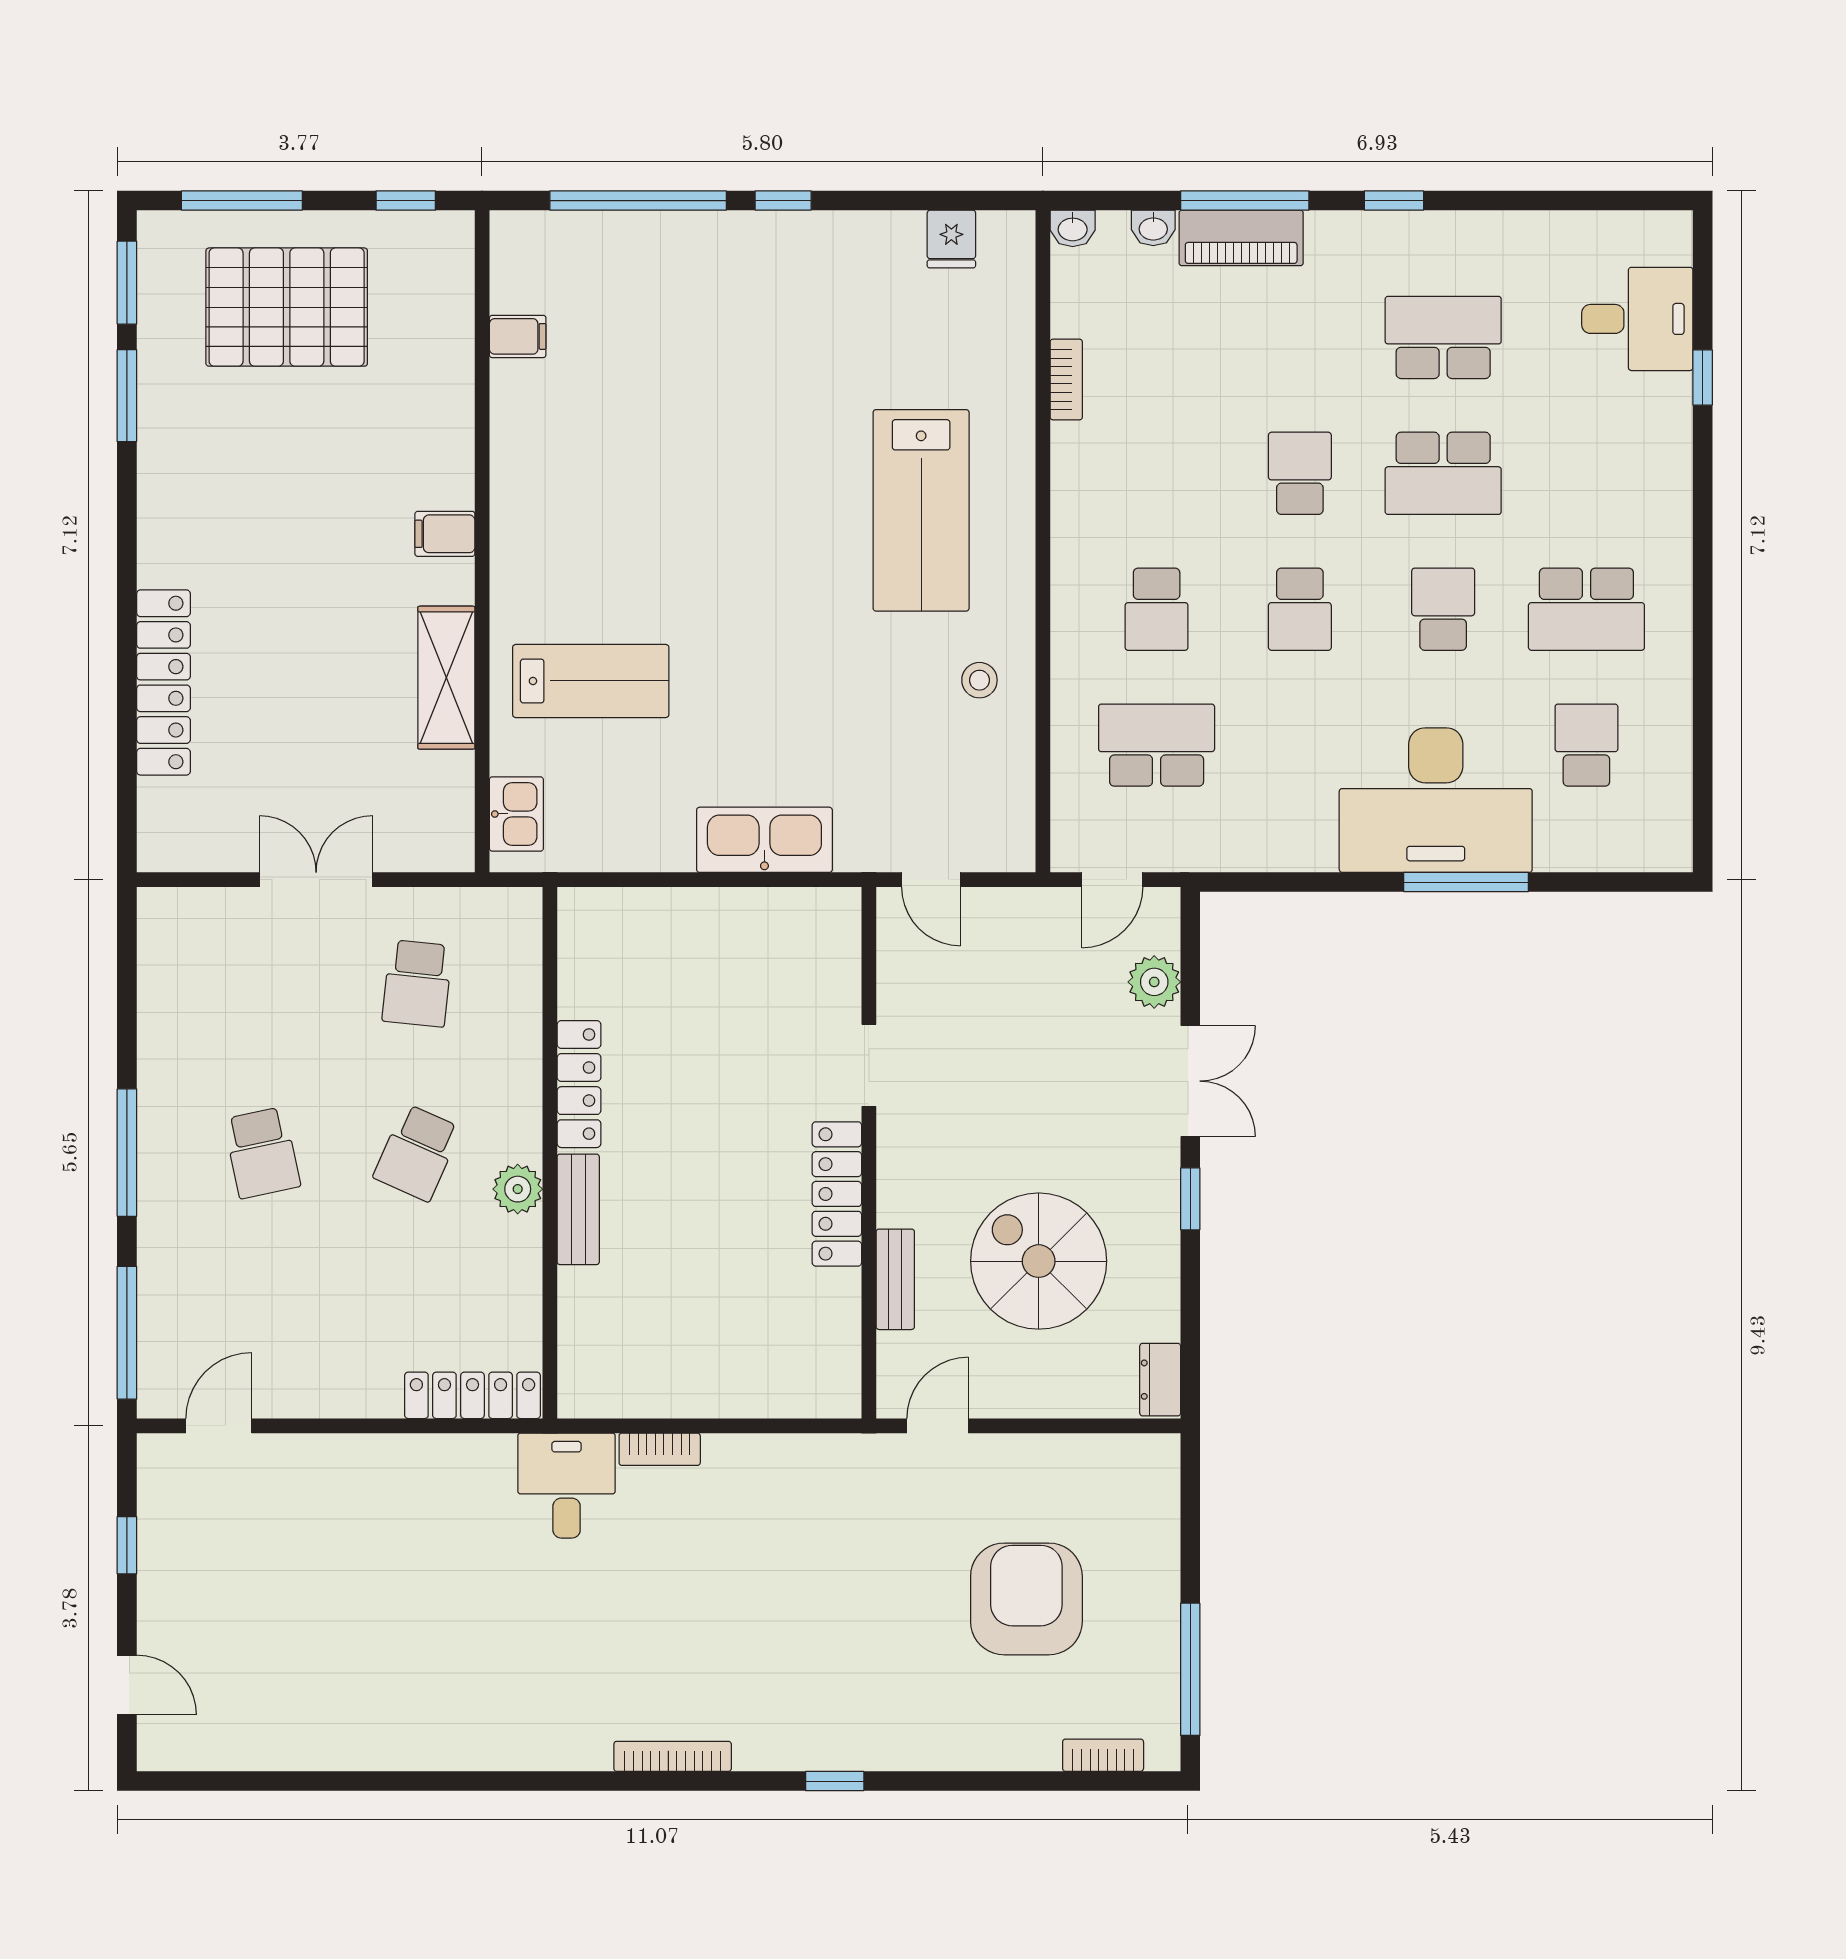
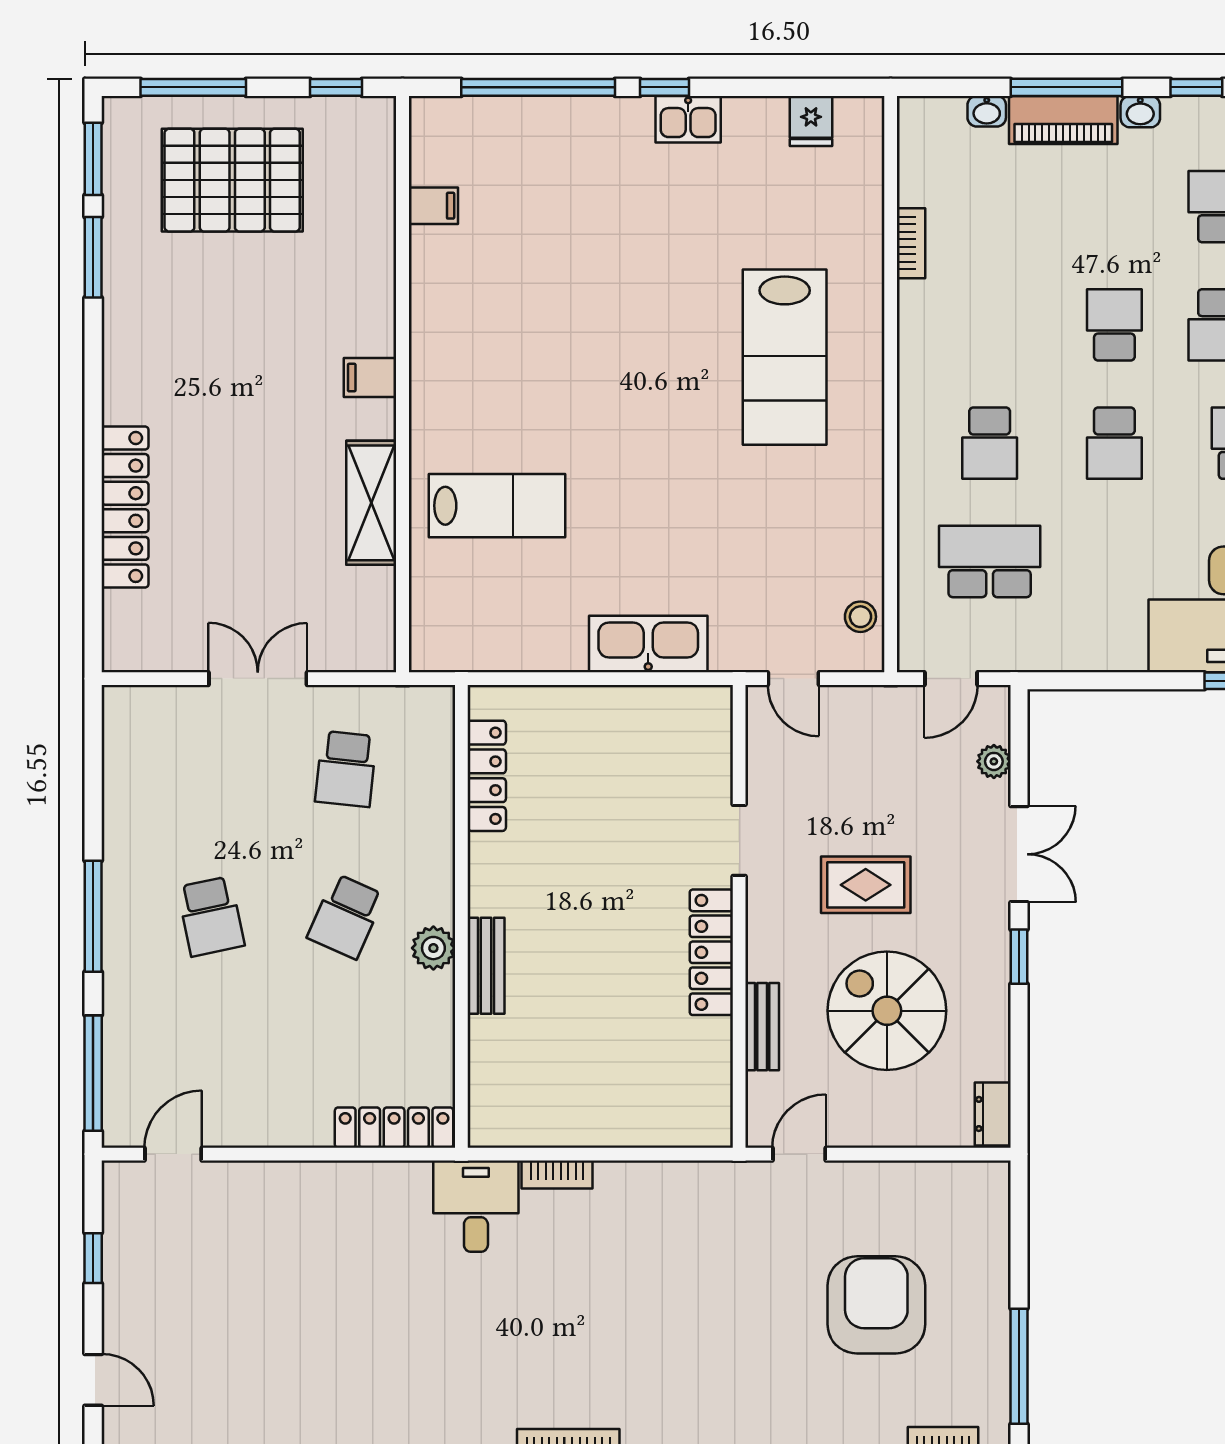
washbasin: (1073, 228) -> (1140, 112), moved
stool: (979, 680) -> (860, 617), moved
kitchen sink: (516, 814) -> (688, 119), moved, turned 90
plant: (1154, 982) -> (994, 761), width x0.73, depth x0.73
locker: (579, 1084) -> (487, 776), moved
rug: (1014, 1116) -> (866, 885), added

